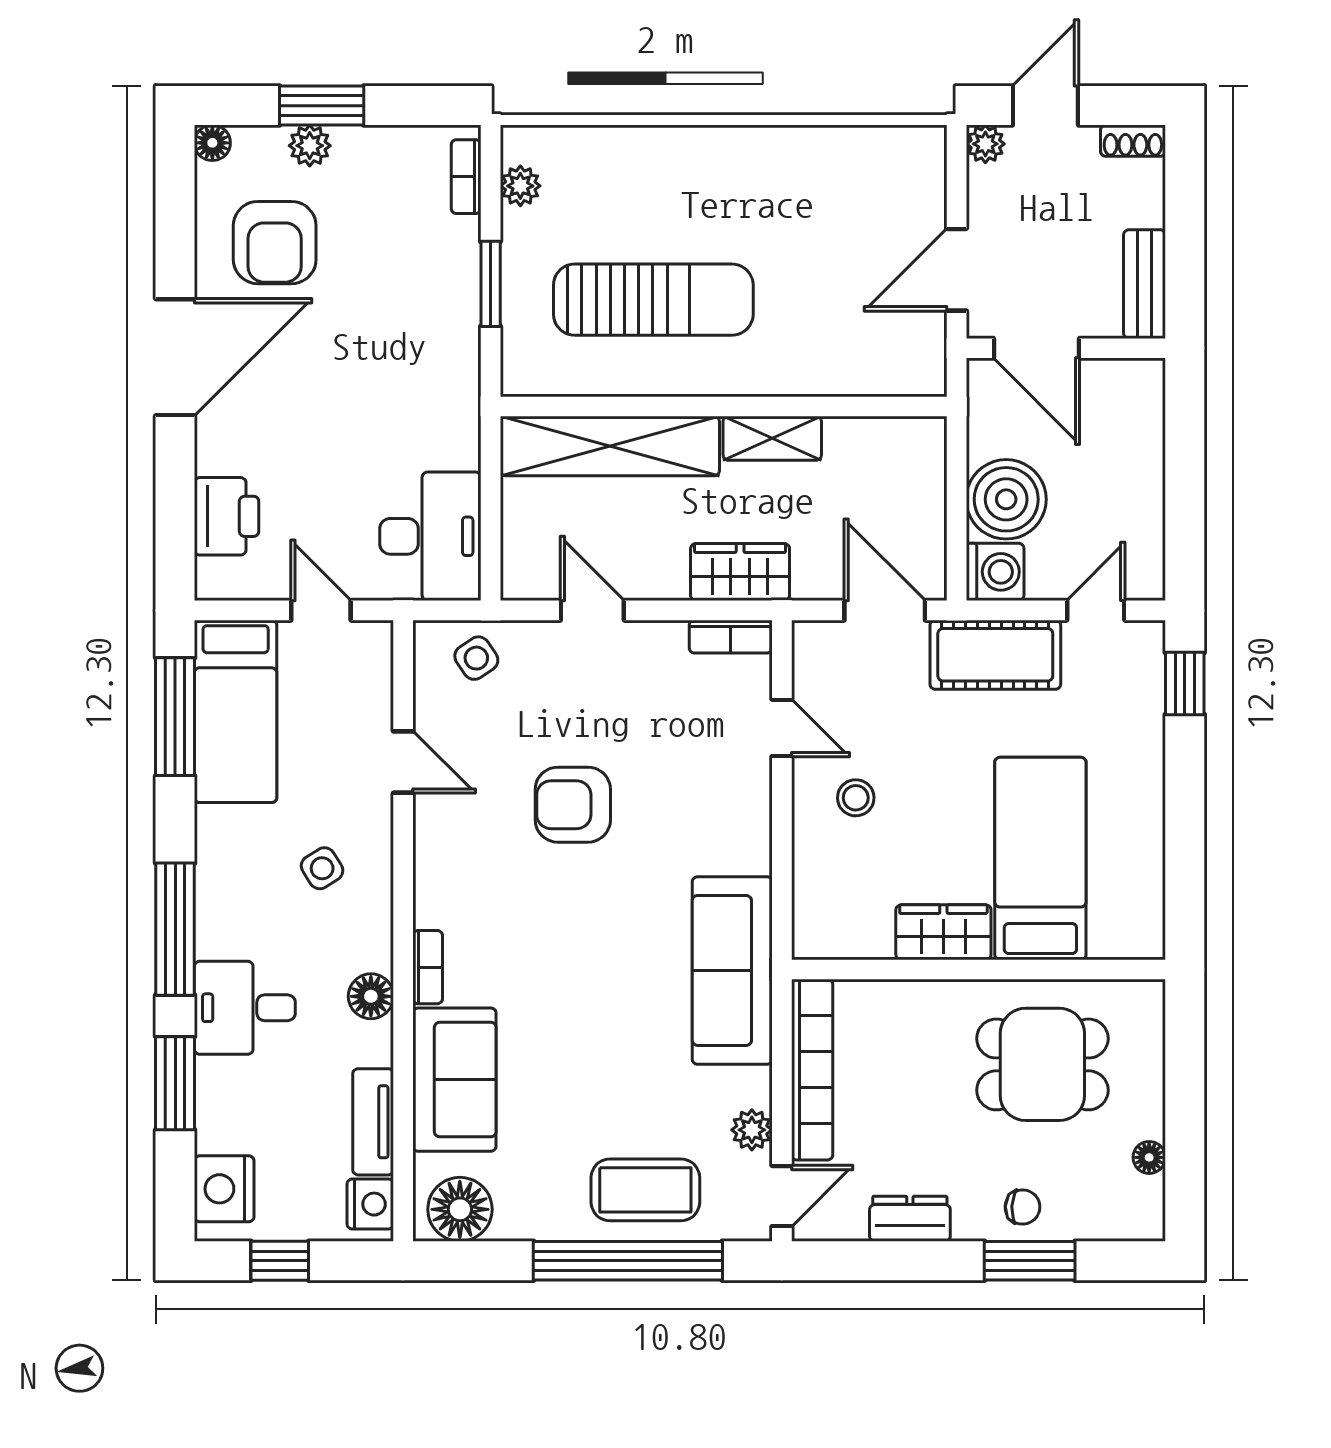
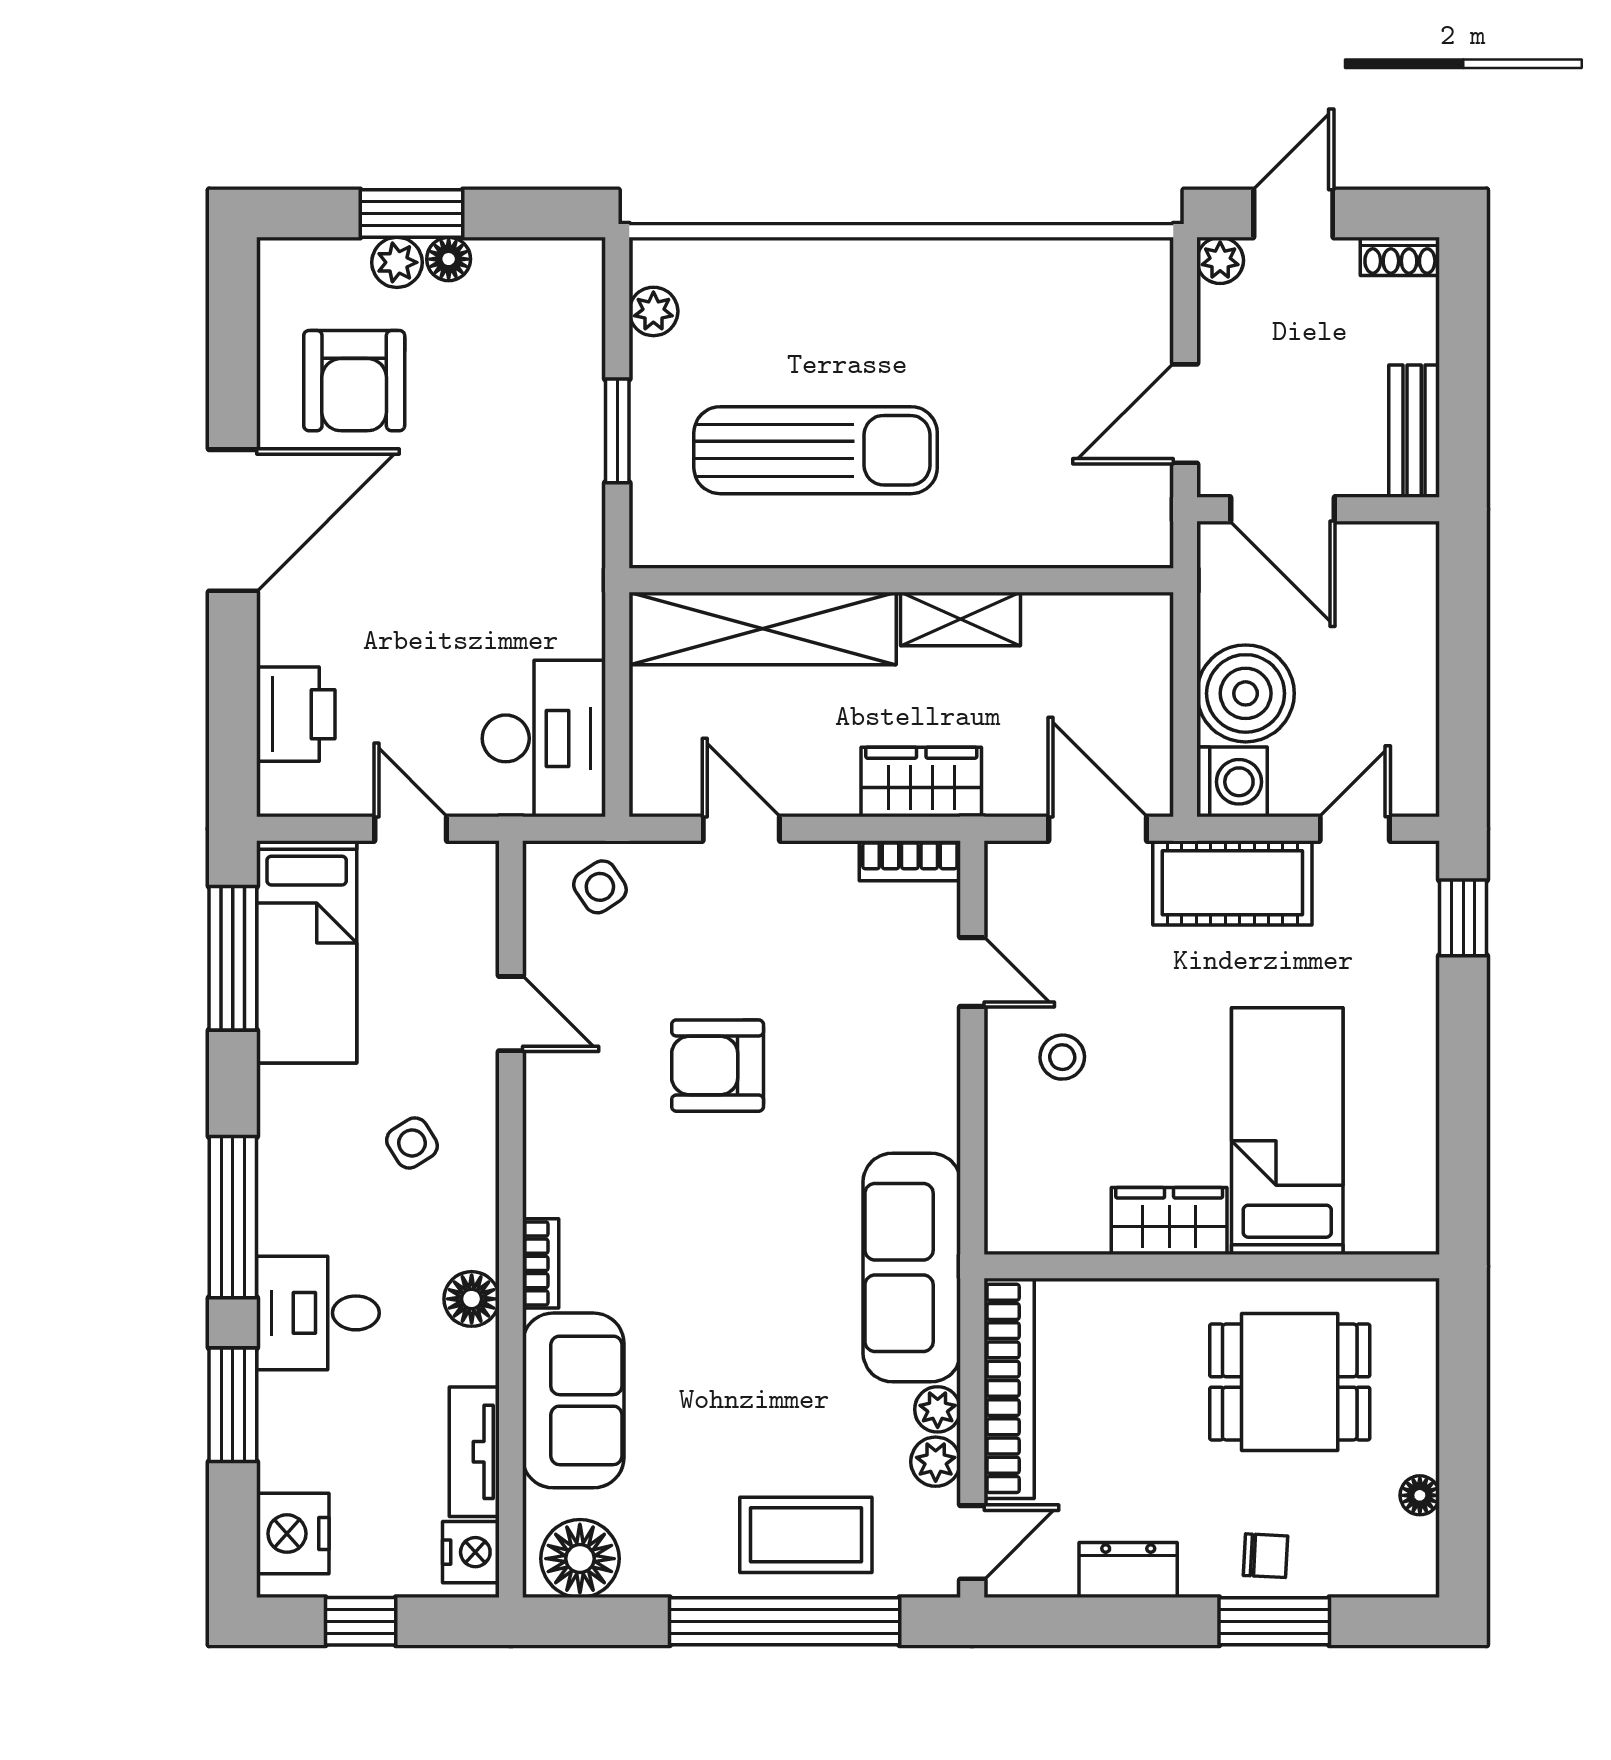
floor lamp: (212, 143) -> (449, 259), moved
bookcase: (466, 177) -> (587, 300), removed
plant: (753, 1087) -> (938, 1409), added

